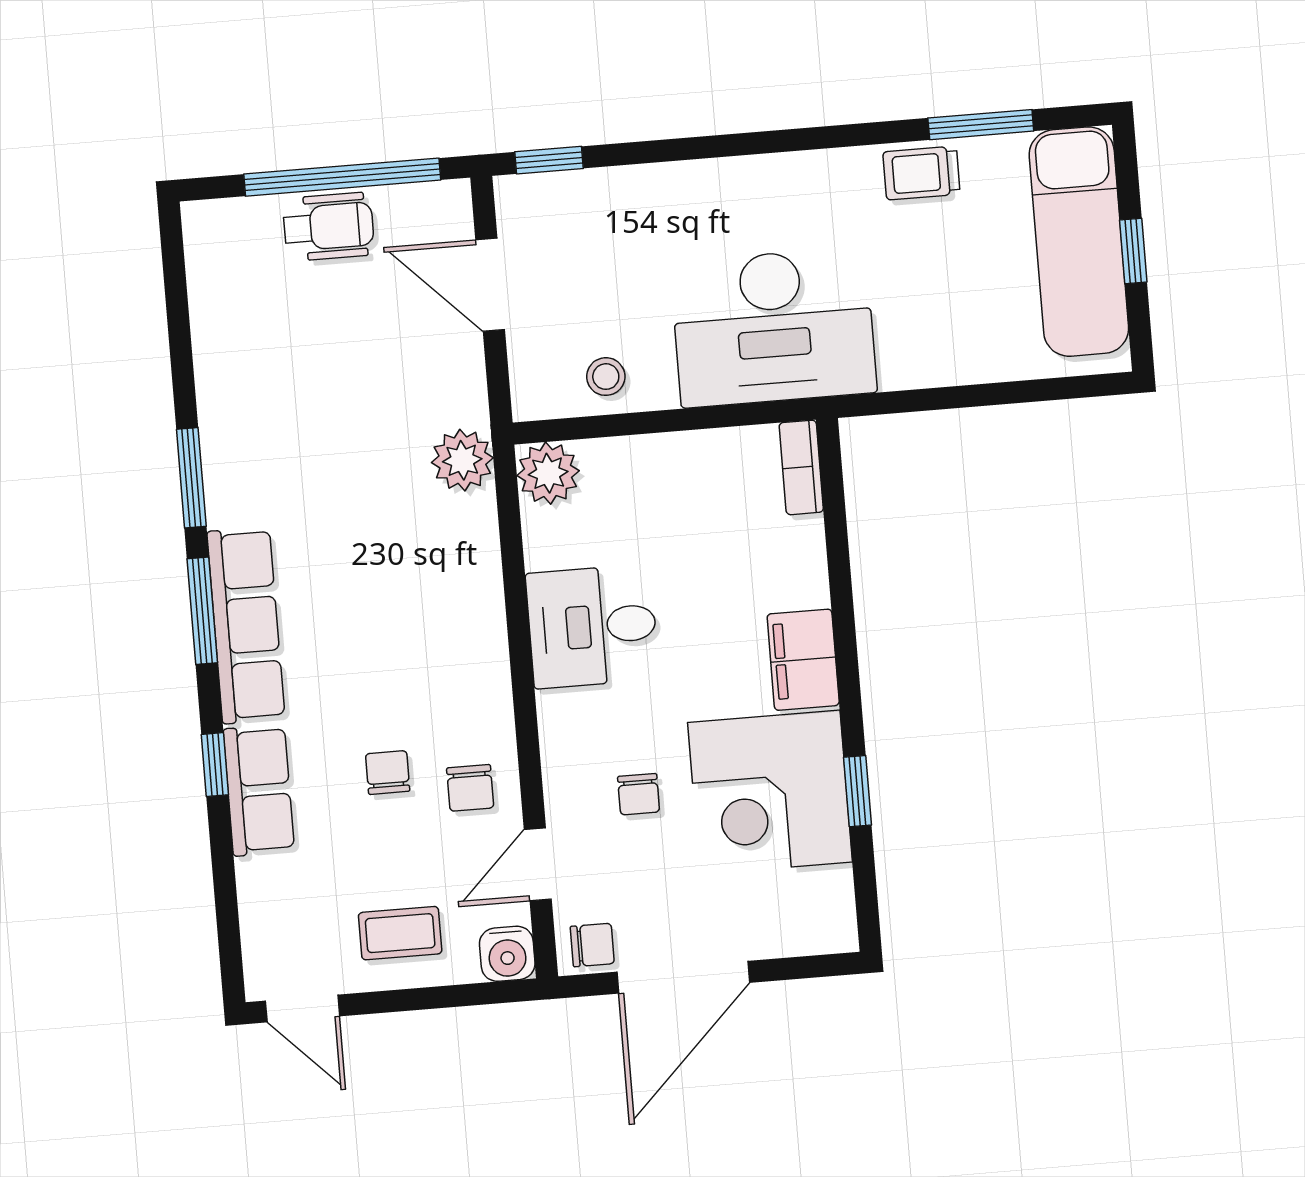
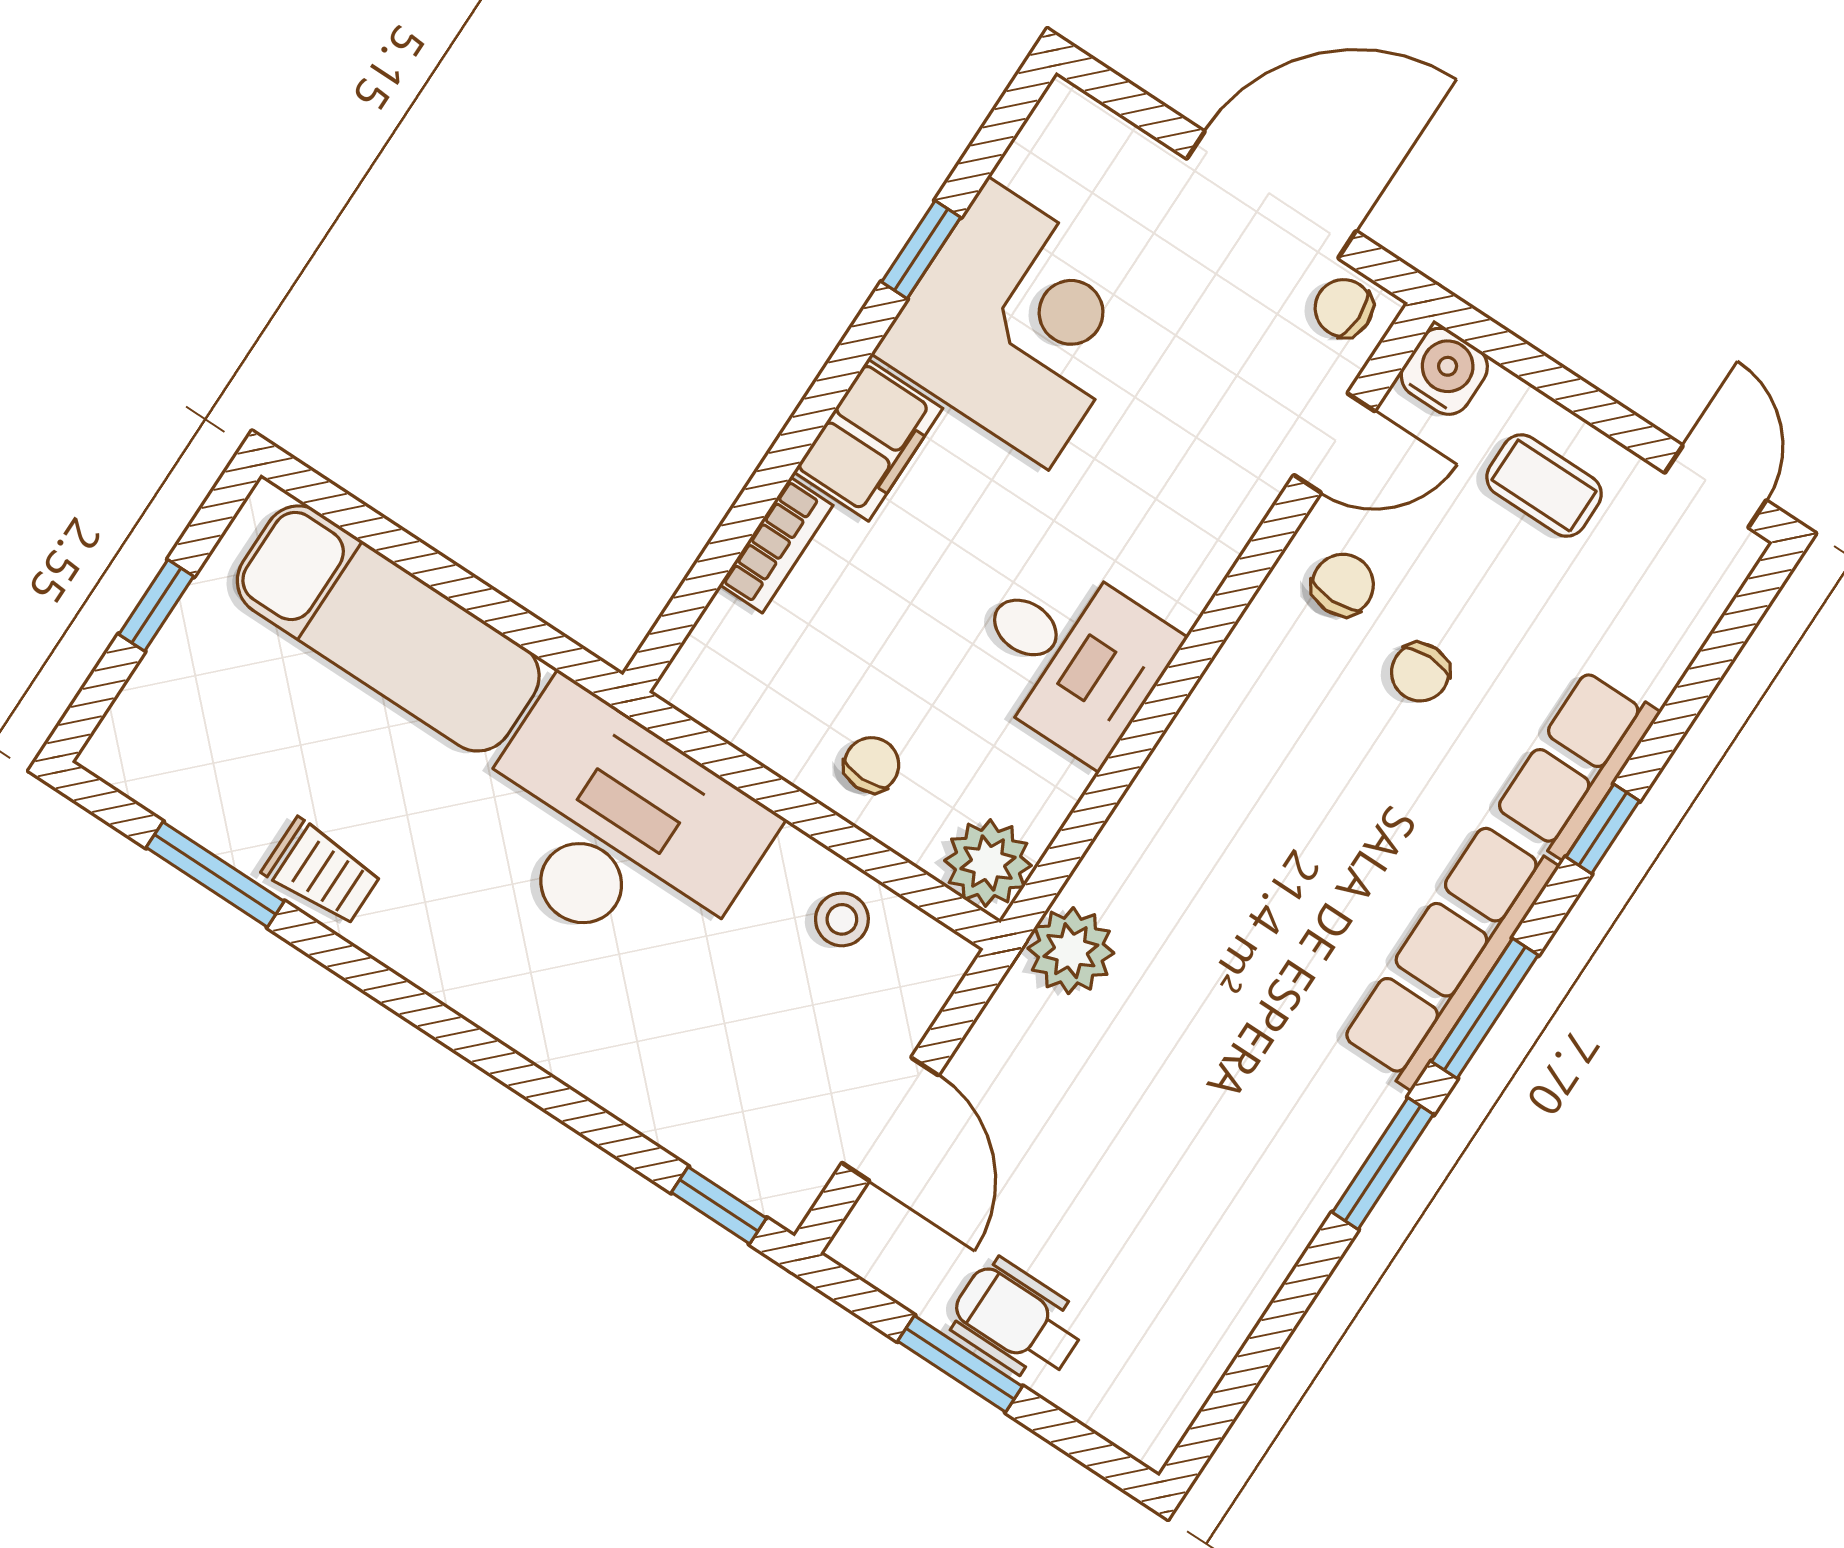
window: (342, 177) -> (960, 1364), width x0.47
exam couch: (1079, 242) -> (388, 628), moved, turned 90
bookcase: (801, 467) -> (776, 545), moved
chair: (639, 794) -> (872, 765), moved

